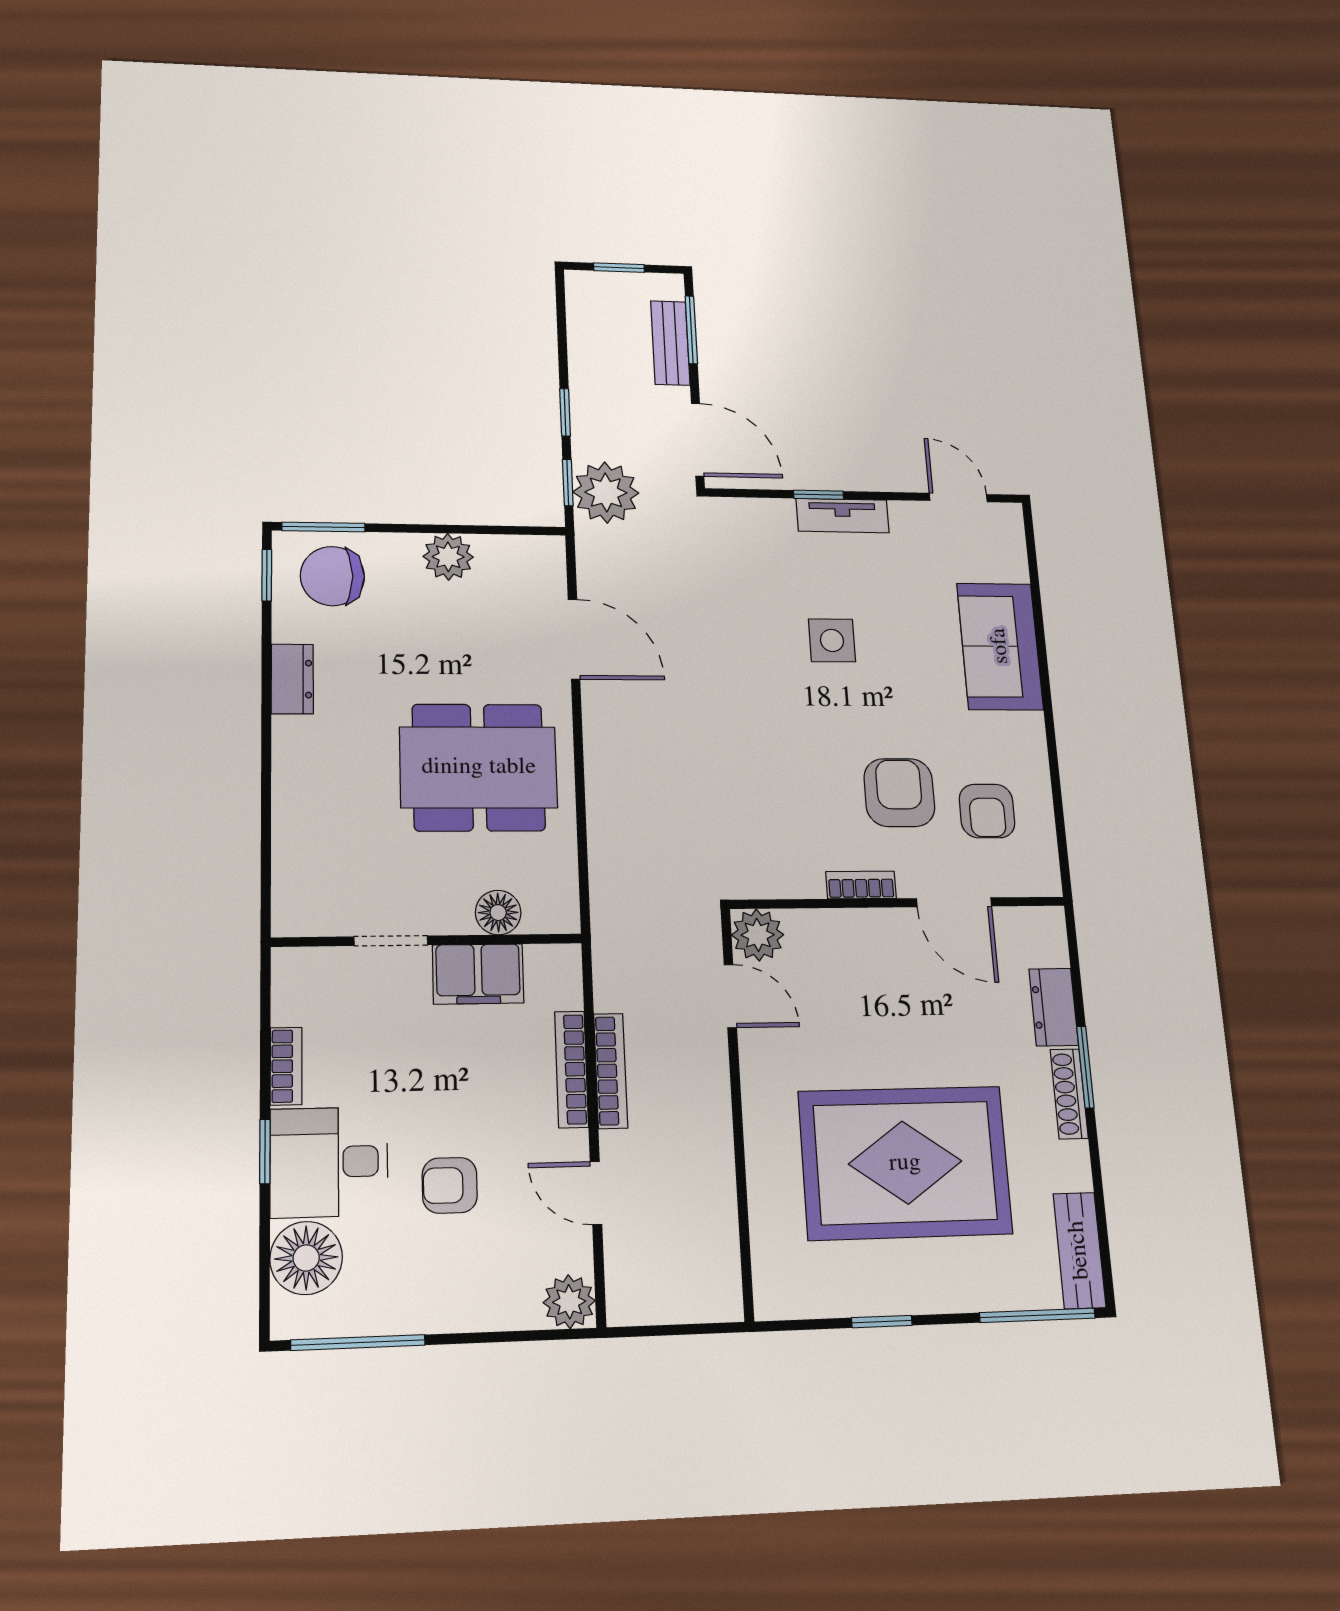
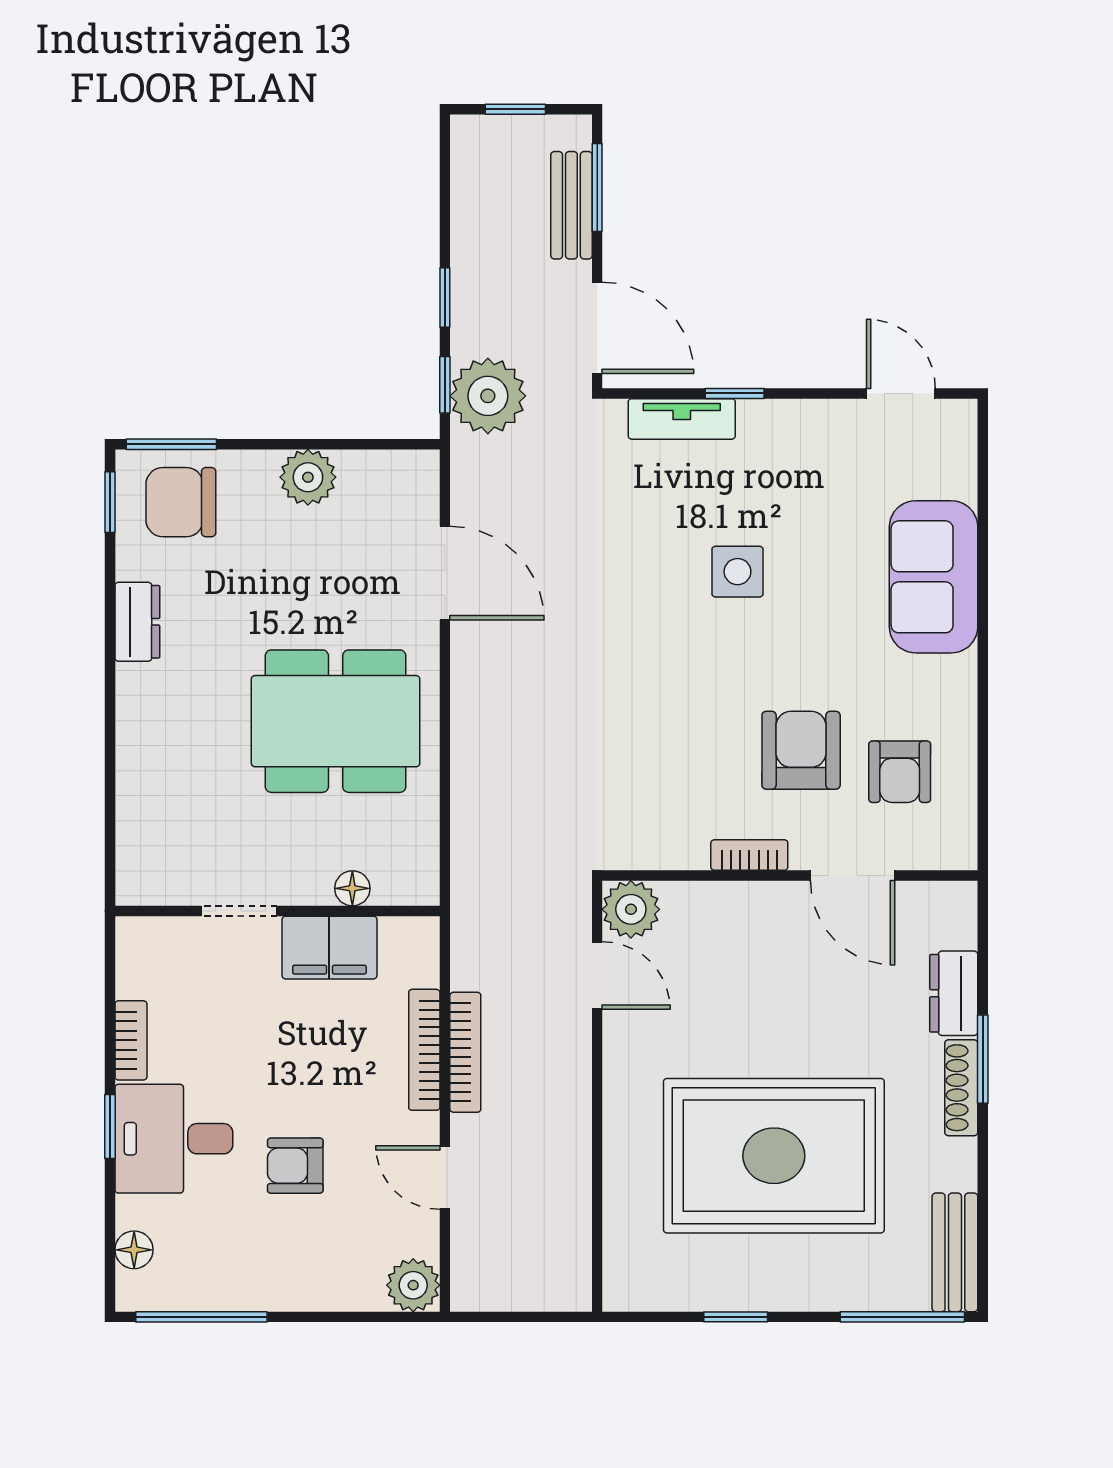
tv unit: (843, 516) -> (682, 419), moved
floor lamp: (498, 913) -> (352, 888), width x0.73, depth x0.73
floor lamp: (306, 1258) -> (134, 1250), width x0.53, depth x0.53

